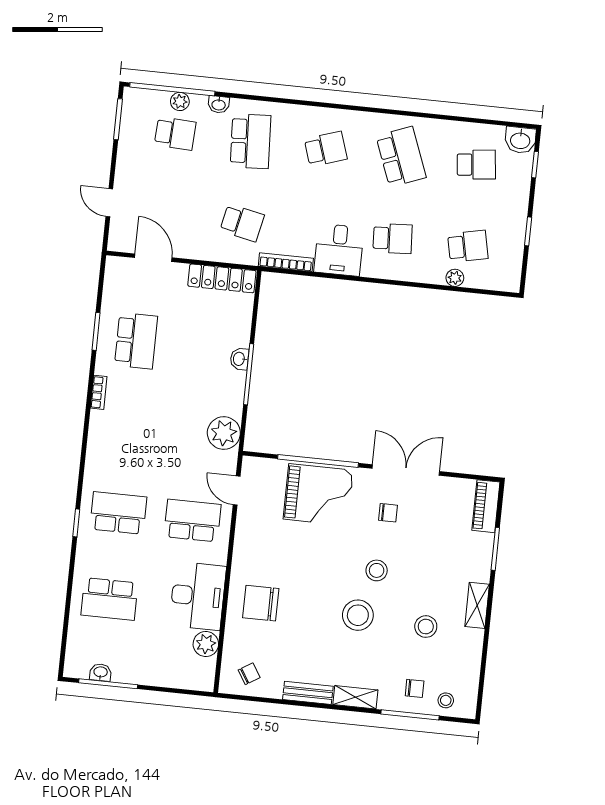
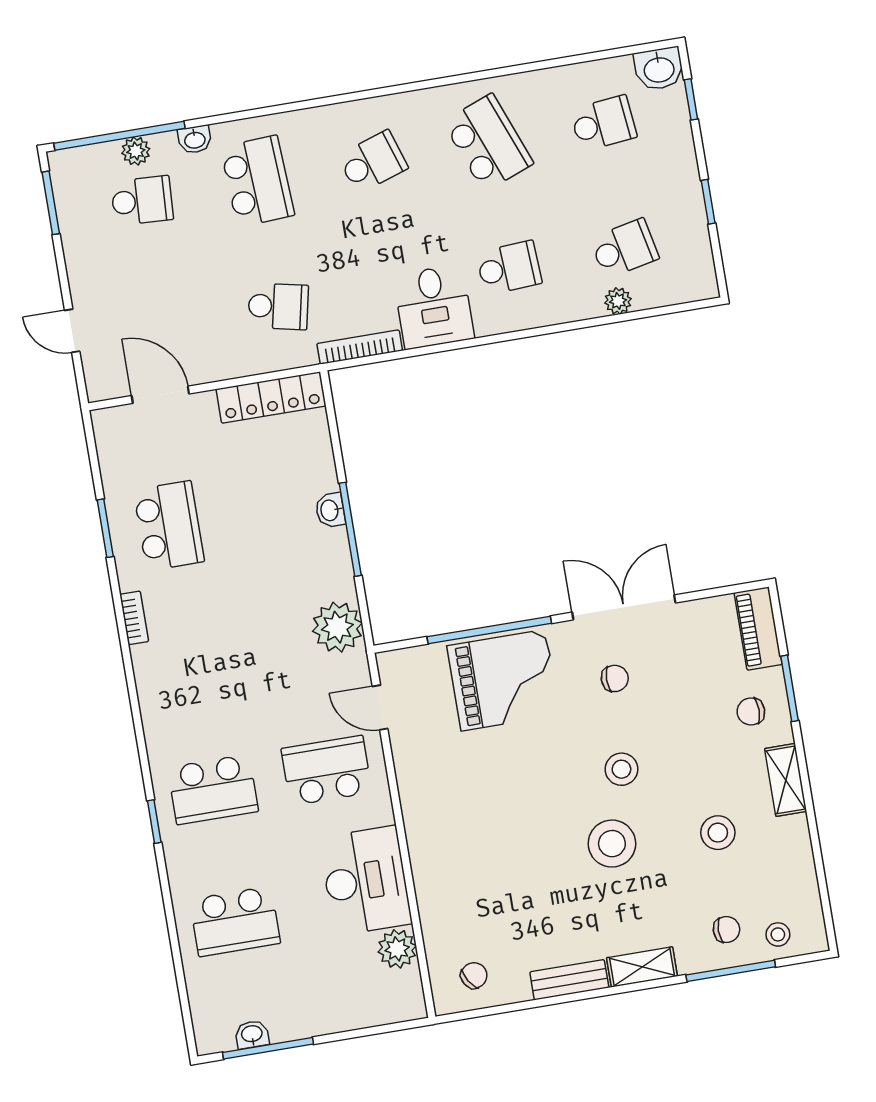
school desk: (118, 513) -> (213, 789), turned 180
chair: (261, 603) -> (751, 712), moved, width x0.54, depth x0.54

